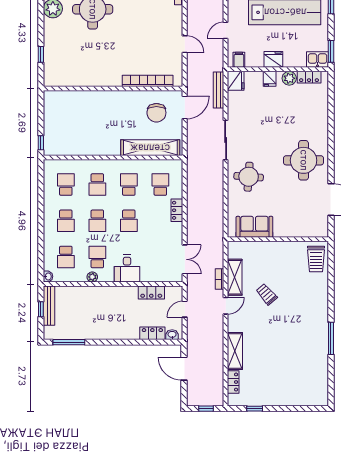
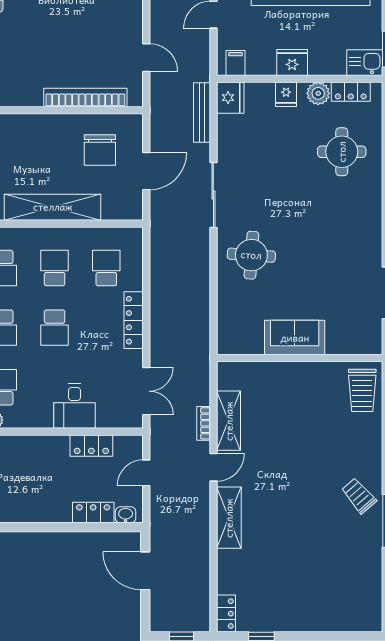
door: (185, 44) -> (146, 58), moved
door: (185, 107) -> (146, 171), moved
shelving: (150, 148) -> (53, 207), moved
round table: (304, 160) -> (342, 152), moved, width x0.73, depth x0.73
locker: (177, 210) -> (134, 320), width x1.53
sofa: (254, 227) -> (295, 338), moved
desk: (127, 268) -> (74, 406), moved
trolley: (267, 294) -> (359, 496), moved
shelving: (235, 351) -> (229, 518), moved
locker: (233, 382) -> (226, 614), moved

